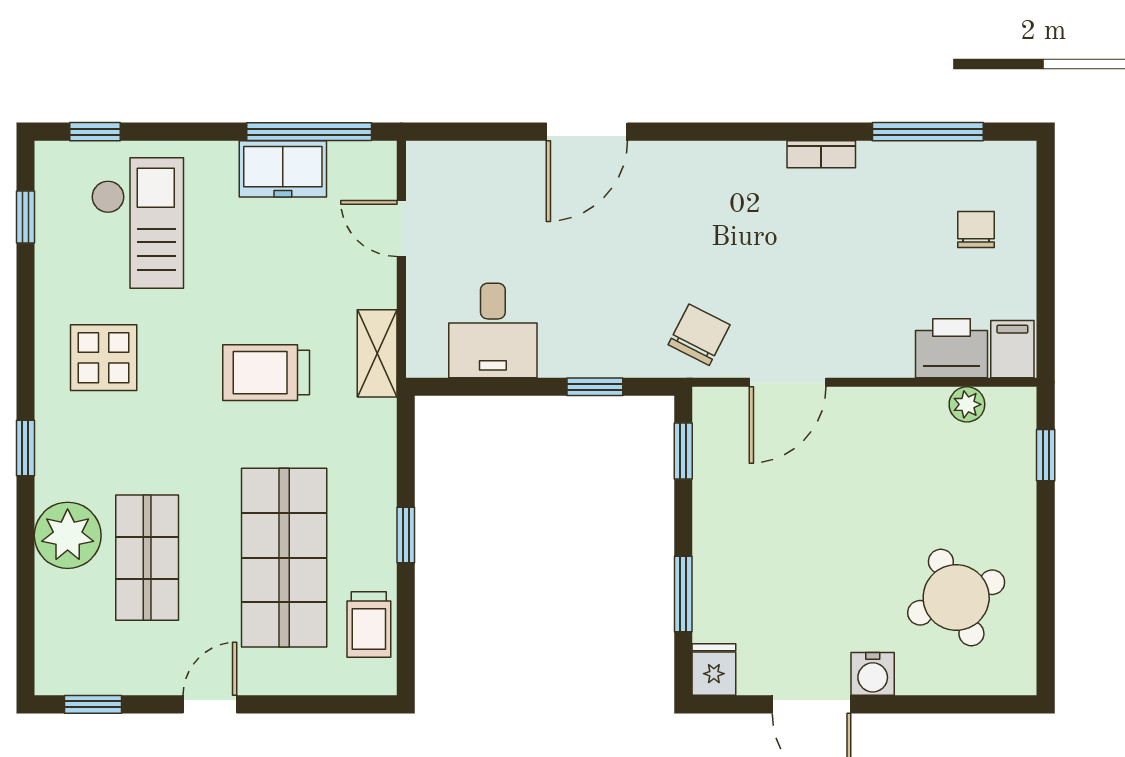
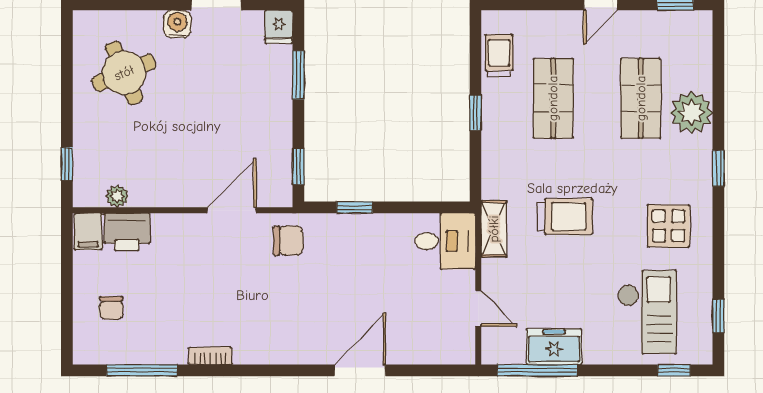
checkout: (137, 223) -> (647, 312), turned 180
desk: (493, 330) -> (445, 241), moved, turned 90
chair: (699, 335) -> (288, 241), turned -117
shop shelf: (284, 558) -> (553, 98), width x0.70, depth x0.74

